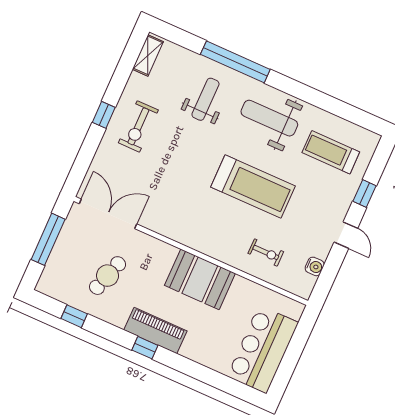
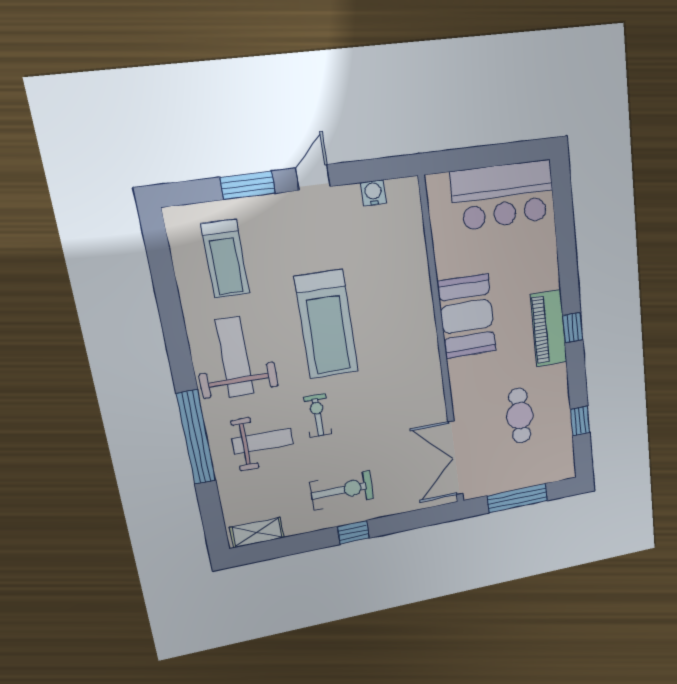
weight bench: (206, 99) -> (263, 441), turned 180
weight bench: (269, 118) -> (235, 357), turned 180
treadmill: (253, 186) -> (327, 325), turned 180
window: (364, 194) -> (248, 185), width x1.50
exercise bike: (266, 252) -> (318, 416), moved
cafe table: (108, 276) -> (520, 416), turned 72

